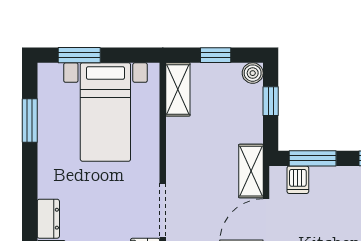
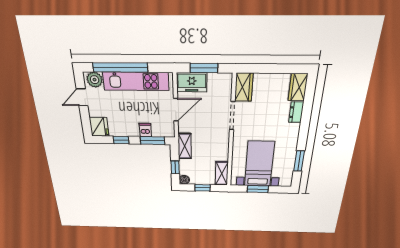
window: (79, 55) -> (258, 189), moved
shelving: (251, 171) -> (185, 146), moved
dishwasher: (298, 180) -> (145, 130), moved

